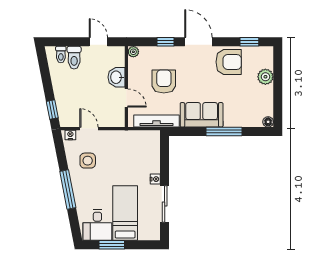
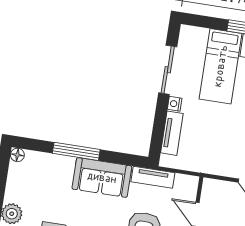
tv unit: (157, 121) -> (153, 177), width x0.71
tv unit: (154, 157) -> (172, 133), added

